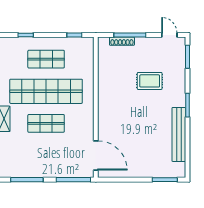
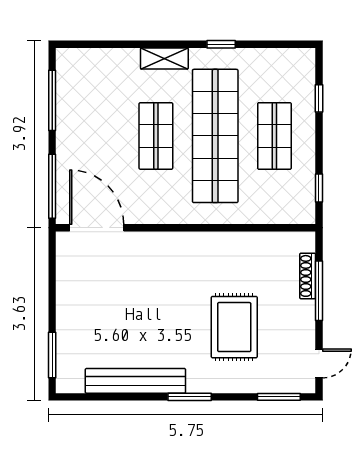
rug: (150, 81) -> (234, 327), width x1.36, depth x1.43
door: (96, 155) -> (97, 228), swing flipped

